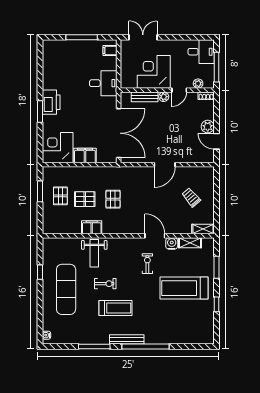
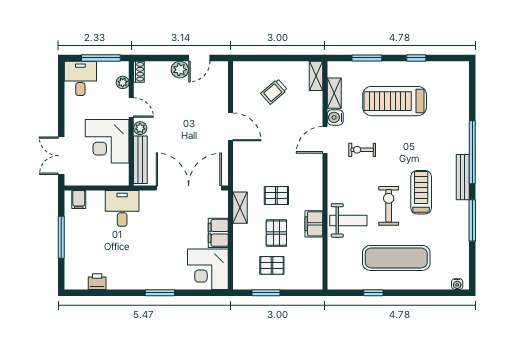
bench: (145, 97) -> (140, 160), width x1.36
printer: (51, 102) -> (97, 282), moved, width x0.53, depth x0.68
shelving: (104, 172) -> (240, 208), added
exercise bike: (105, 284) -> (389, 206), width x1.38, depth x1.39
treadmill: (184, 288) -> (395, 101), turned 90

